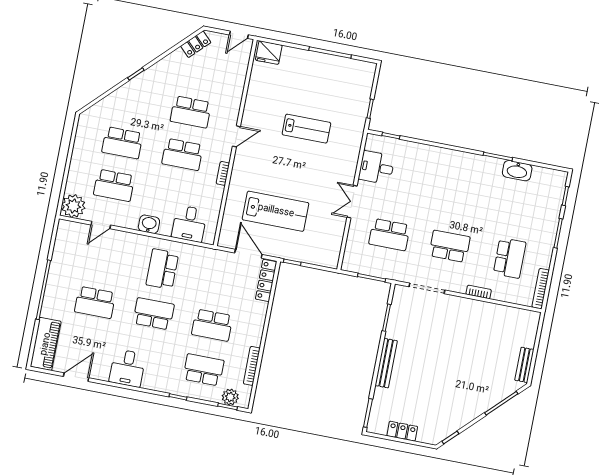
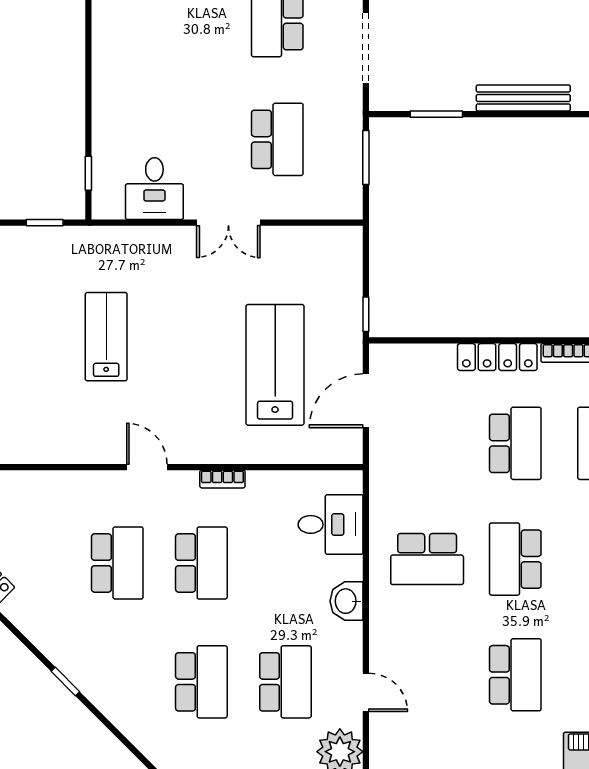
locker: (266, 280) -> (497, 357), moved

